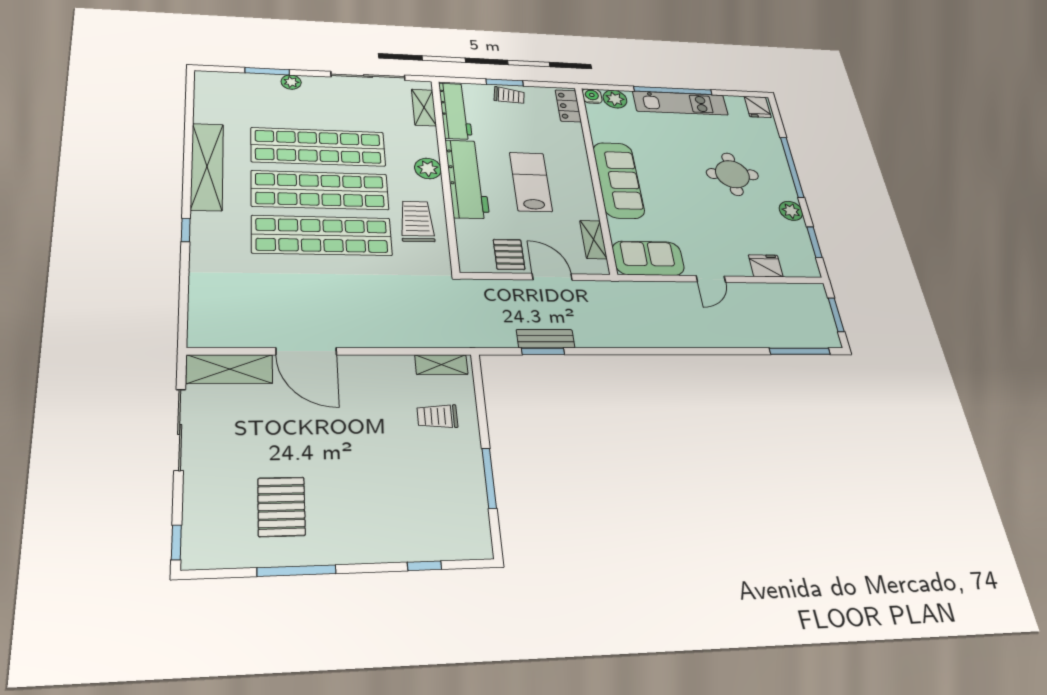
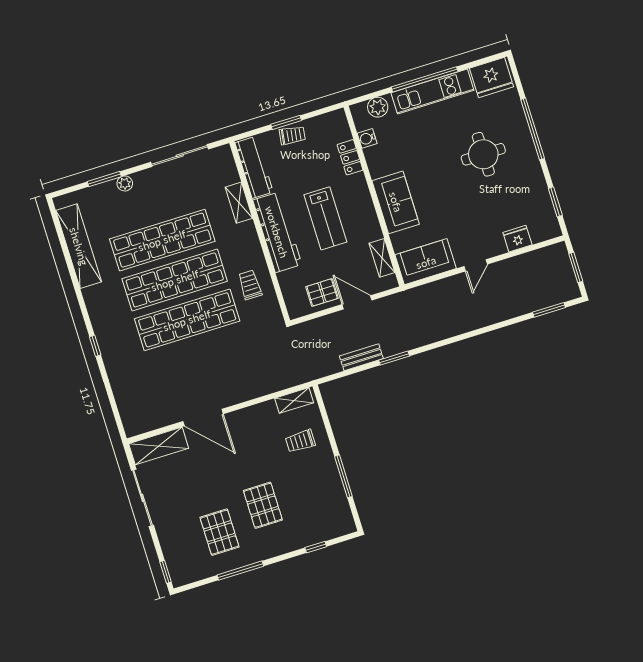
water cooler: (592, 96) -> (367, 138), moved, turned -90
locker: (568, 106) -> (350, 157), moved
shelving: (424, 107) -> (239, 203), moved
fridge: (758, 107) -> (492, 78), width x1.88, depth x1.34
shelving: (207, 166) -> (79, 246), moved
plant: (428, 168) -> (246, 232), removed
sofa: (619, 180) -> (396, 202), width x0.73
lab bench: (531, 182) -> (325, 218), turned 180
plant: (791, 211) -> (534, 176), removed
trolley: (417, 221) -> (250, 285), width x0.73, depth x0.72
pallet: (509, 254) -> (322, 292), turned 90
window: (543, 351) -> (394, 358), moved
window: (800, 351) -> (549, 310), width x0.69
pallet: (359, 486) -> (263, 505), added

